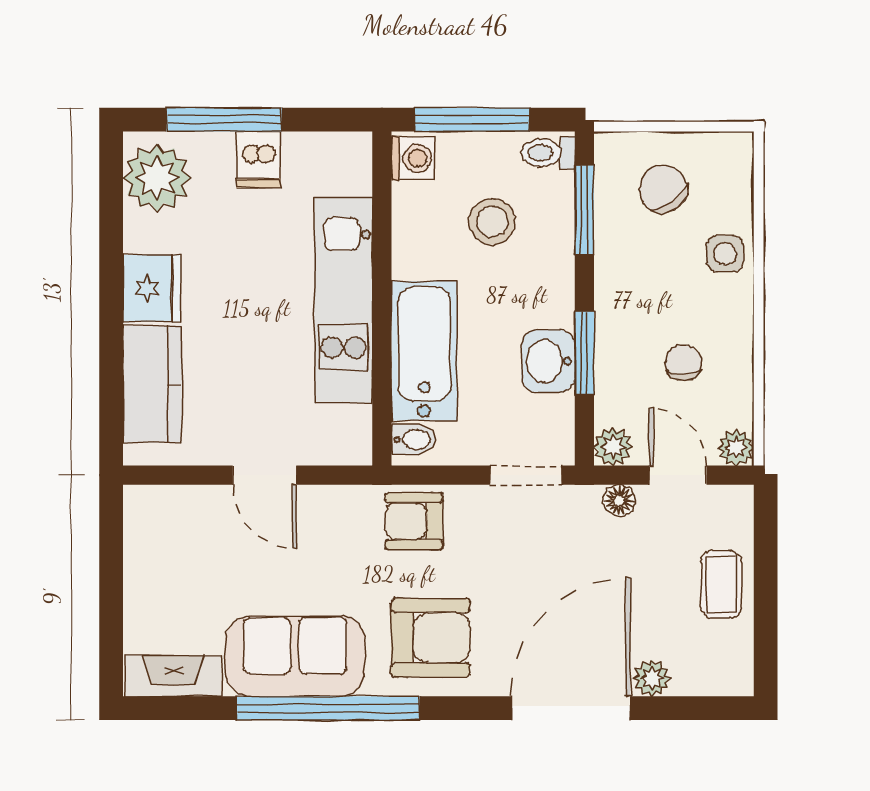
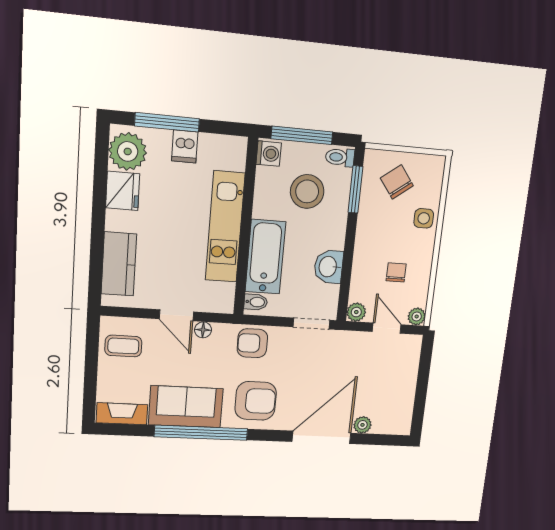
stool: (492, 222) -> (307, 192), width x1.38, depth x1.38
fridge: (152, 288) -> (123, 191), moved
window: (584, 353) -> (347, 264), removed
floor lamp: (619, 500) -> (203, 330), moved
coffee table: (721, 584) -> (123, 346), moved, turned 90

